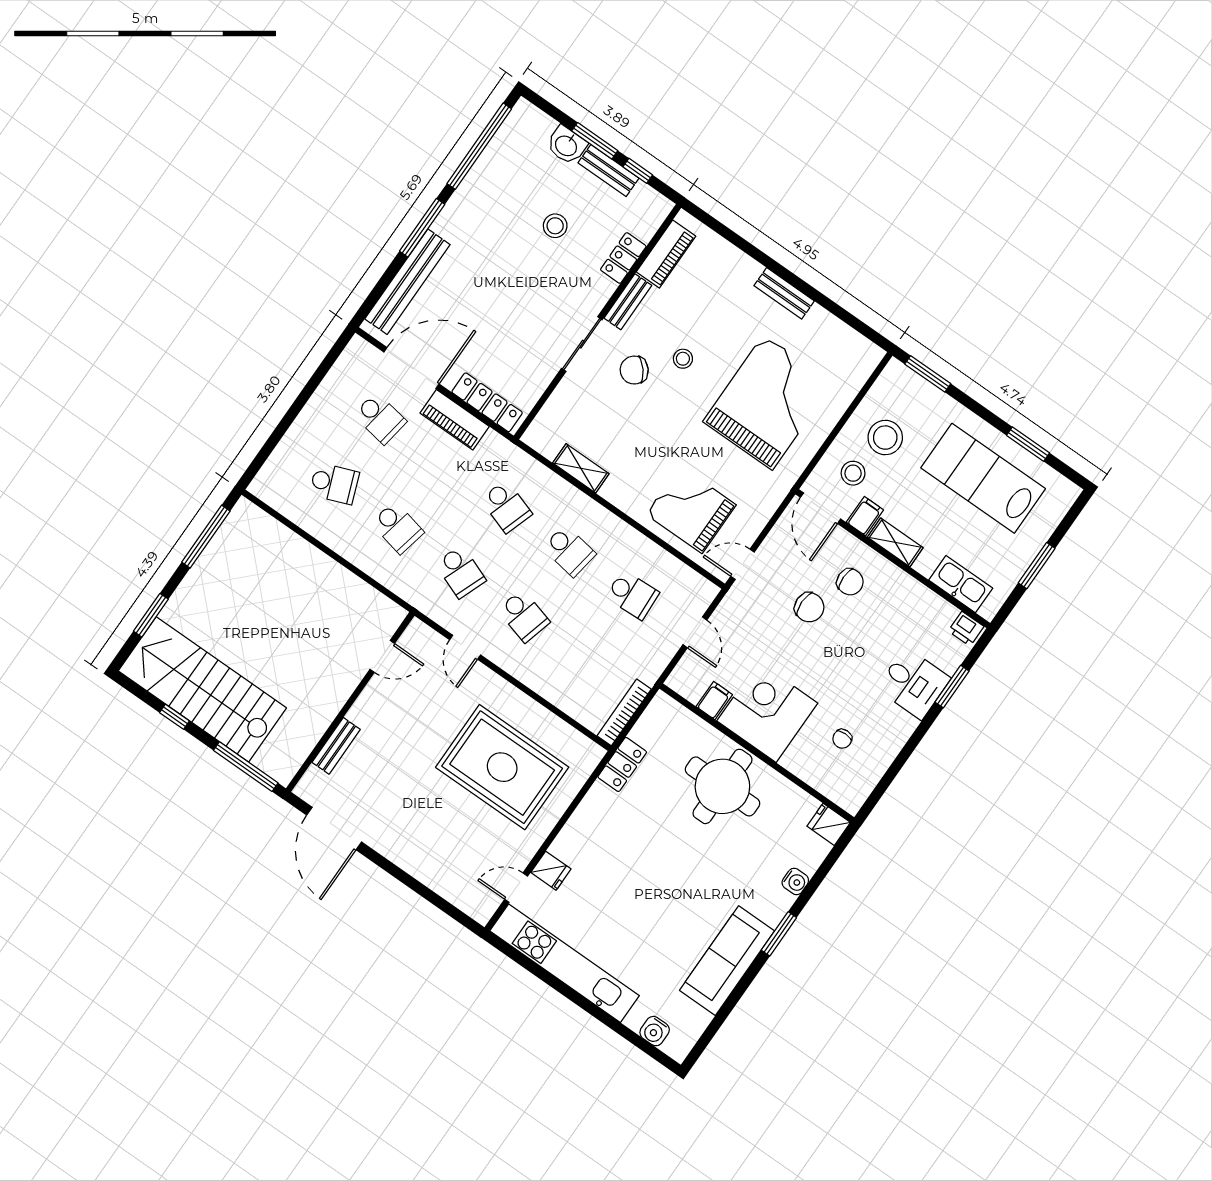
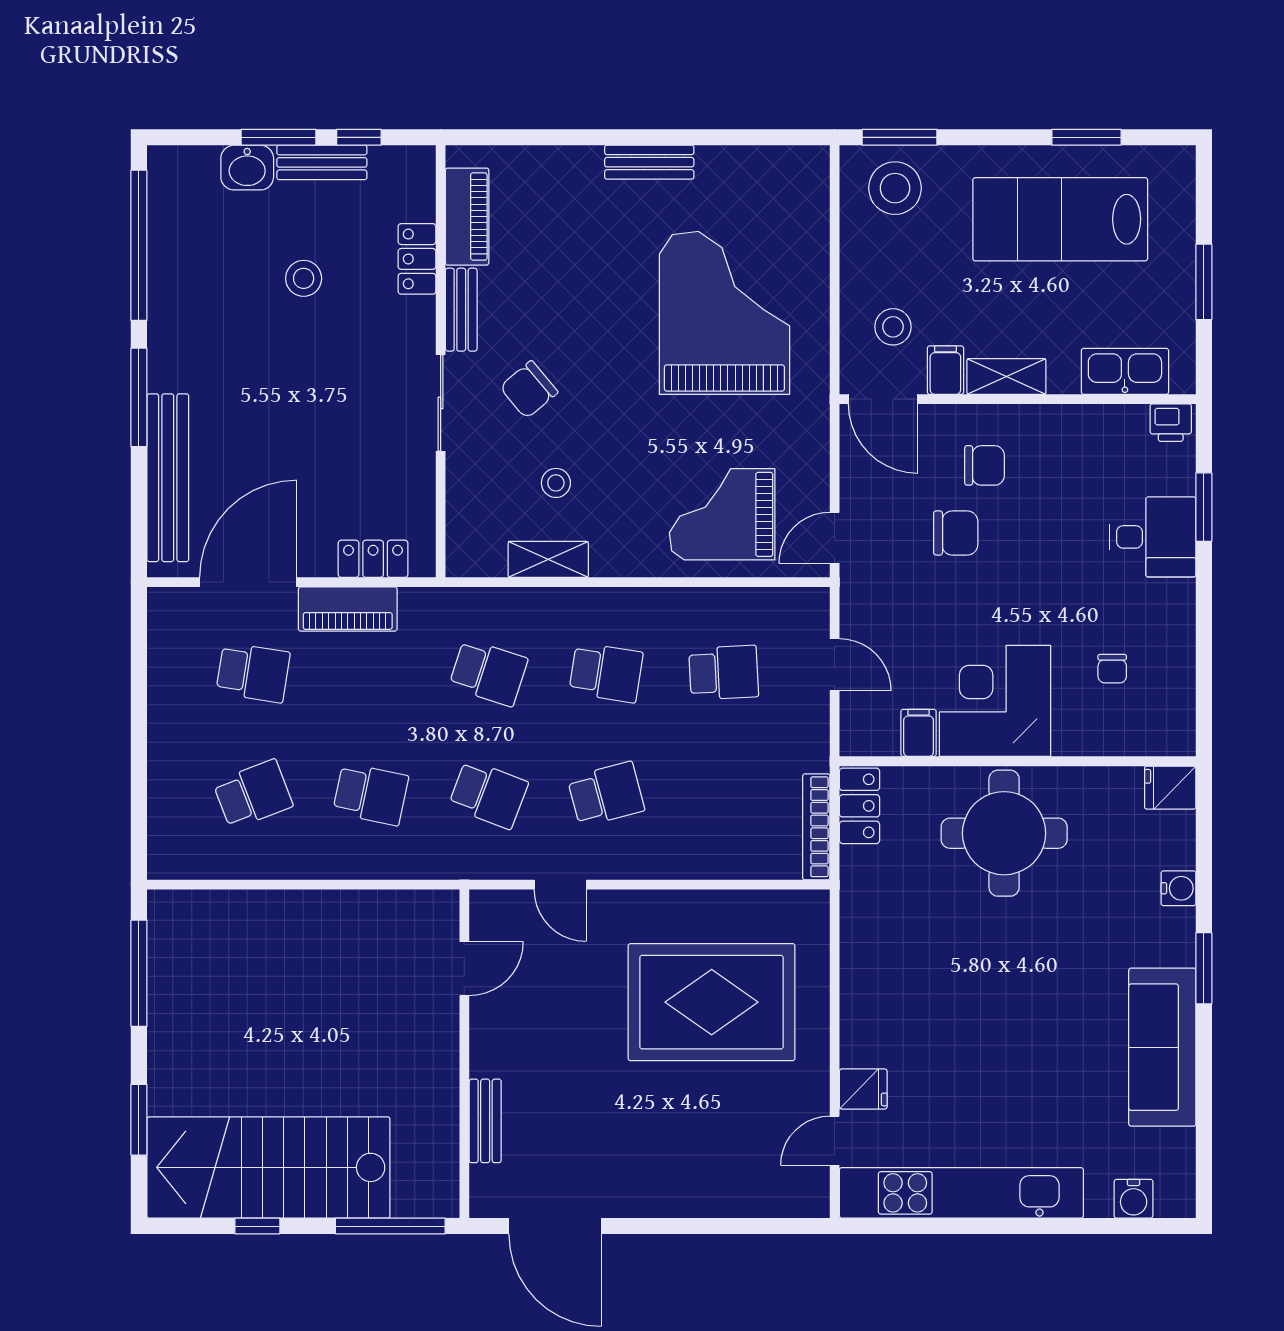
stool: (683, 359) -> (556, 483), moved
locker: (487, 402) -> (373, 559), width x0.66
stool: (885, 438) -> (895, 188), moved
school desk: (524, 616) -> (606, 794), turned -30
locker: (622, 764) -> (859, 806), moved

